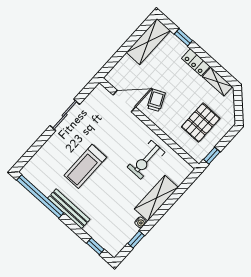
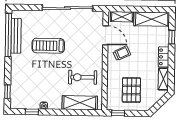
shelving: (120, 69) -> (122, 17), added
sliding door: (65, 115) -> (67, 8), width x1.86
pallet: (201, 123) -> (131, 90), turned 90
shelving: (156, 198) -> (80, 103), moved
bench: (69, 209) -> (16, 36), moved

